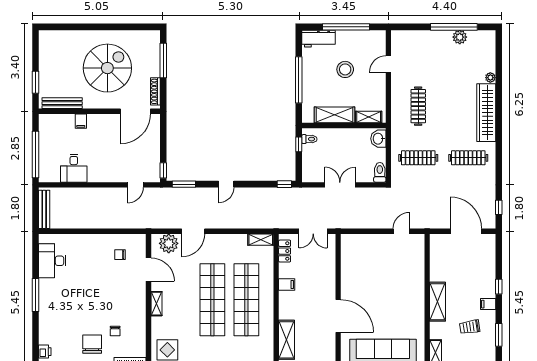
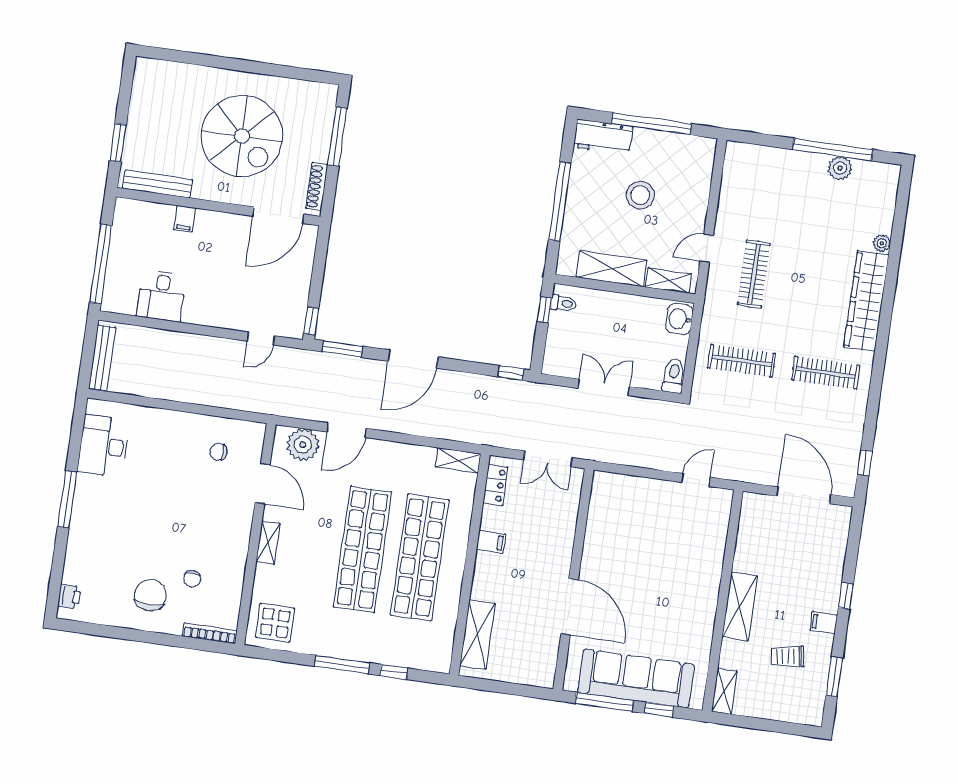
door: (388, 64) -> (707, 248), moved
spiral stairs: (107, 68) -> (242, 136), turned 90
door: (226, 184) -> (413, 359), width x1.87

